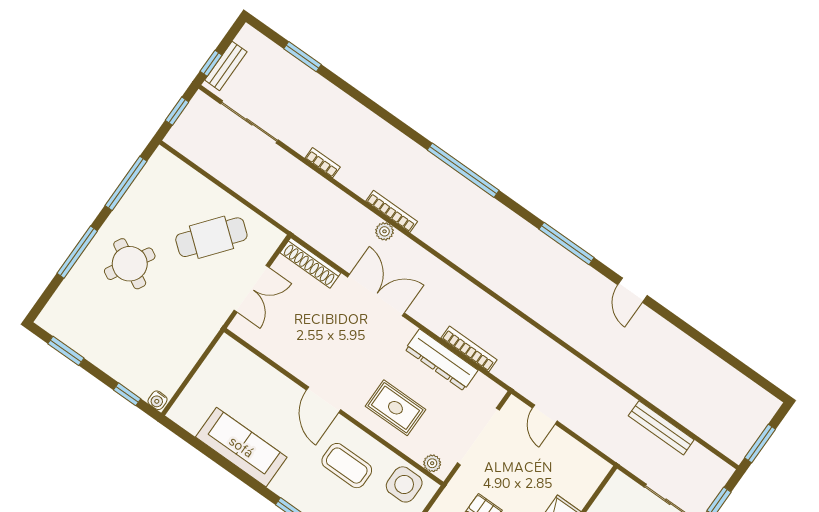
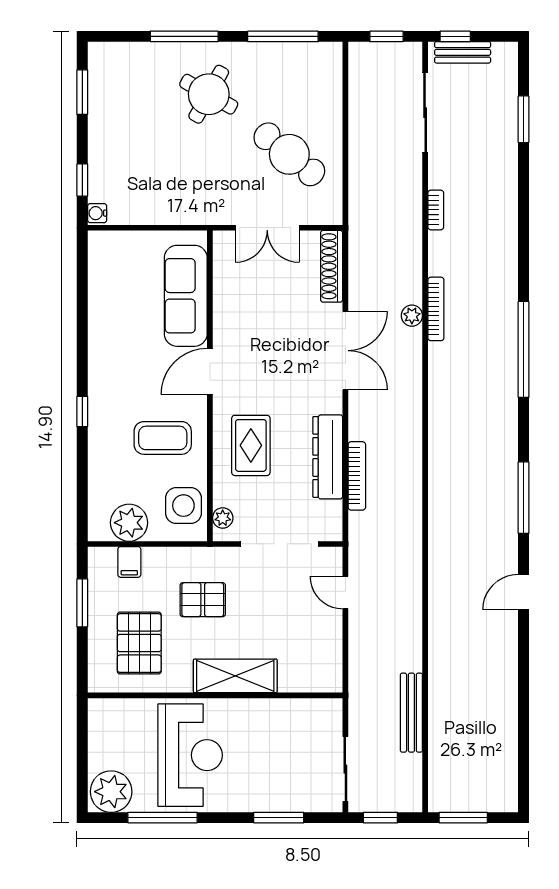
door: (545, 415) -> (345, 593), hinge flipped
sofa: (241, 447) -> (186, 296), moved, turned 180
coffee table: (347, 466) -> (163, 438), turned 90

